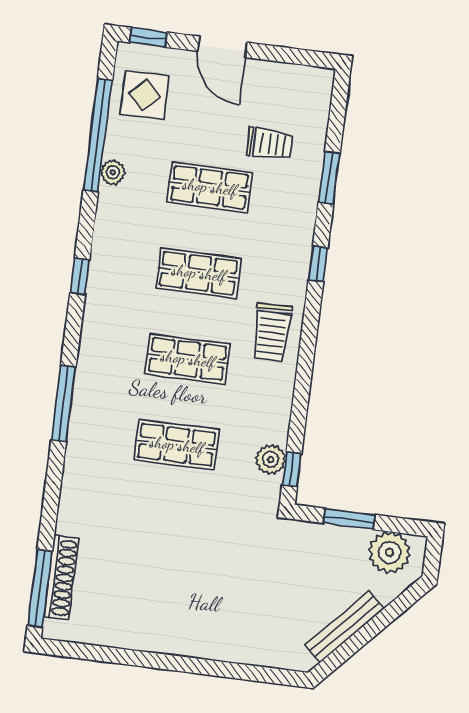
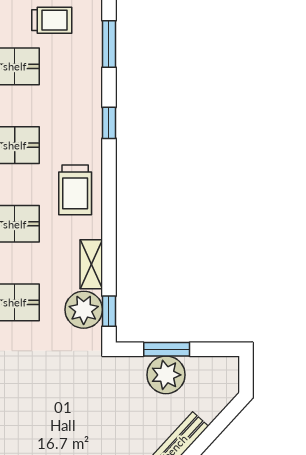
shelving: (279, 416) -> (91, 264), added
plant: (271, 459) -> (84, 310), width x1.36, depth x1.36
plant: (390, 552) -> (166, 375), moved

